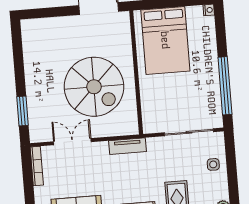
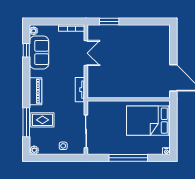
window: (225, 86) -> (128, 158), moved
spiral stairs: (94, 87) -> (121, 70), removed

